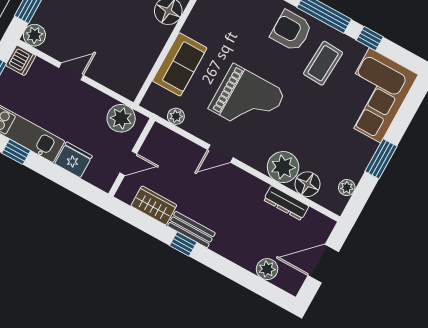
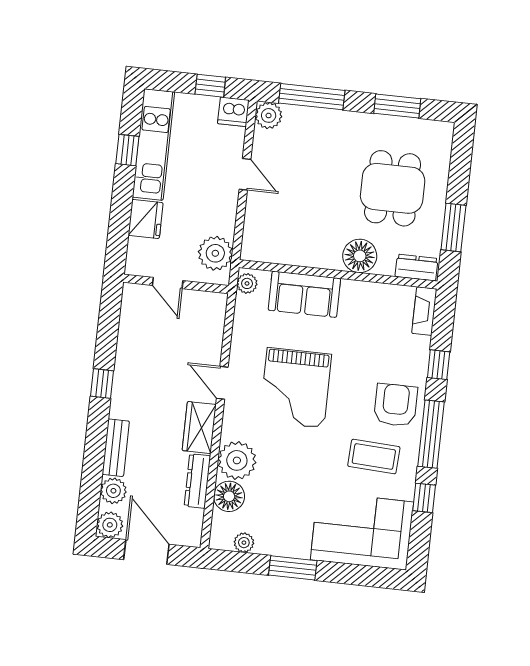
plant: (176, 116) -> (247, 283), moved
wardrobe: (154, 205) -> (199, 428), moved, turned 180
bench: (191, 229) -> (116, 448), moved
plant: (291, 282) -> (110, 525), added

